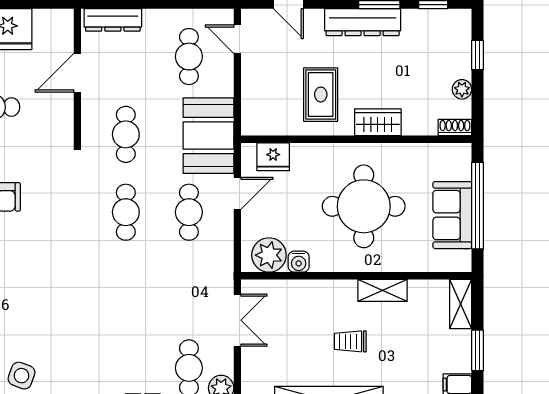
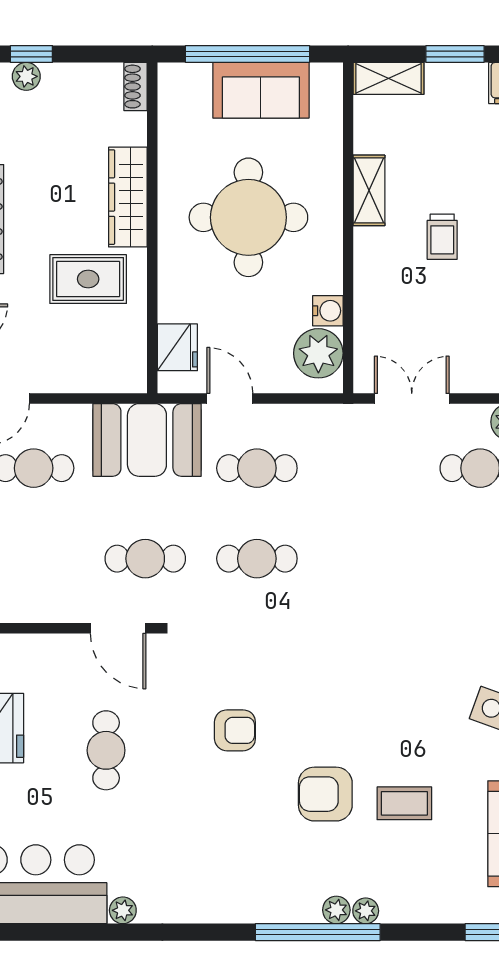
door: (77, 73) -> (118, 628), moved
plant: (462, 89) -> (26, 76), moved
wardrobe: (378, 122) -> (128, 197), width x1.50

